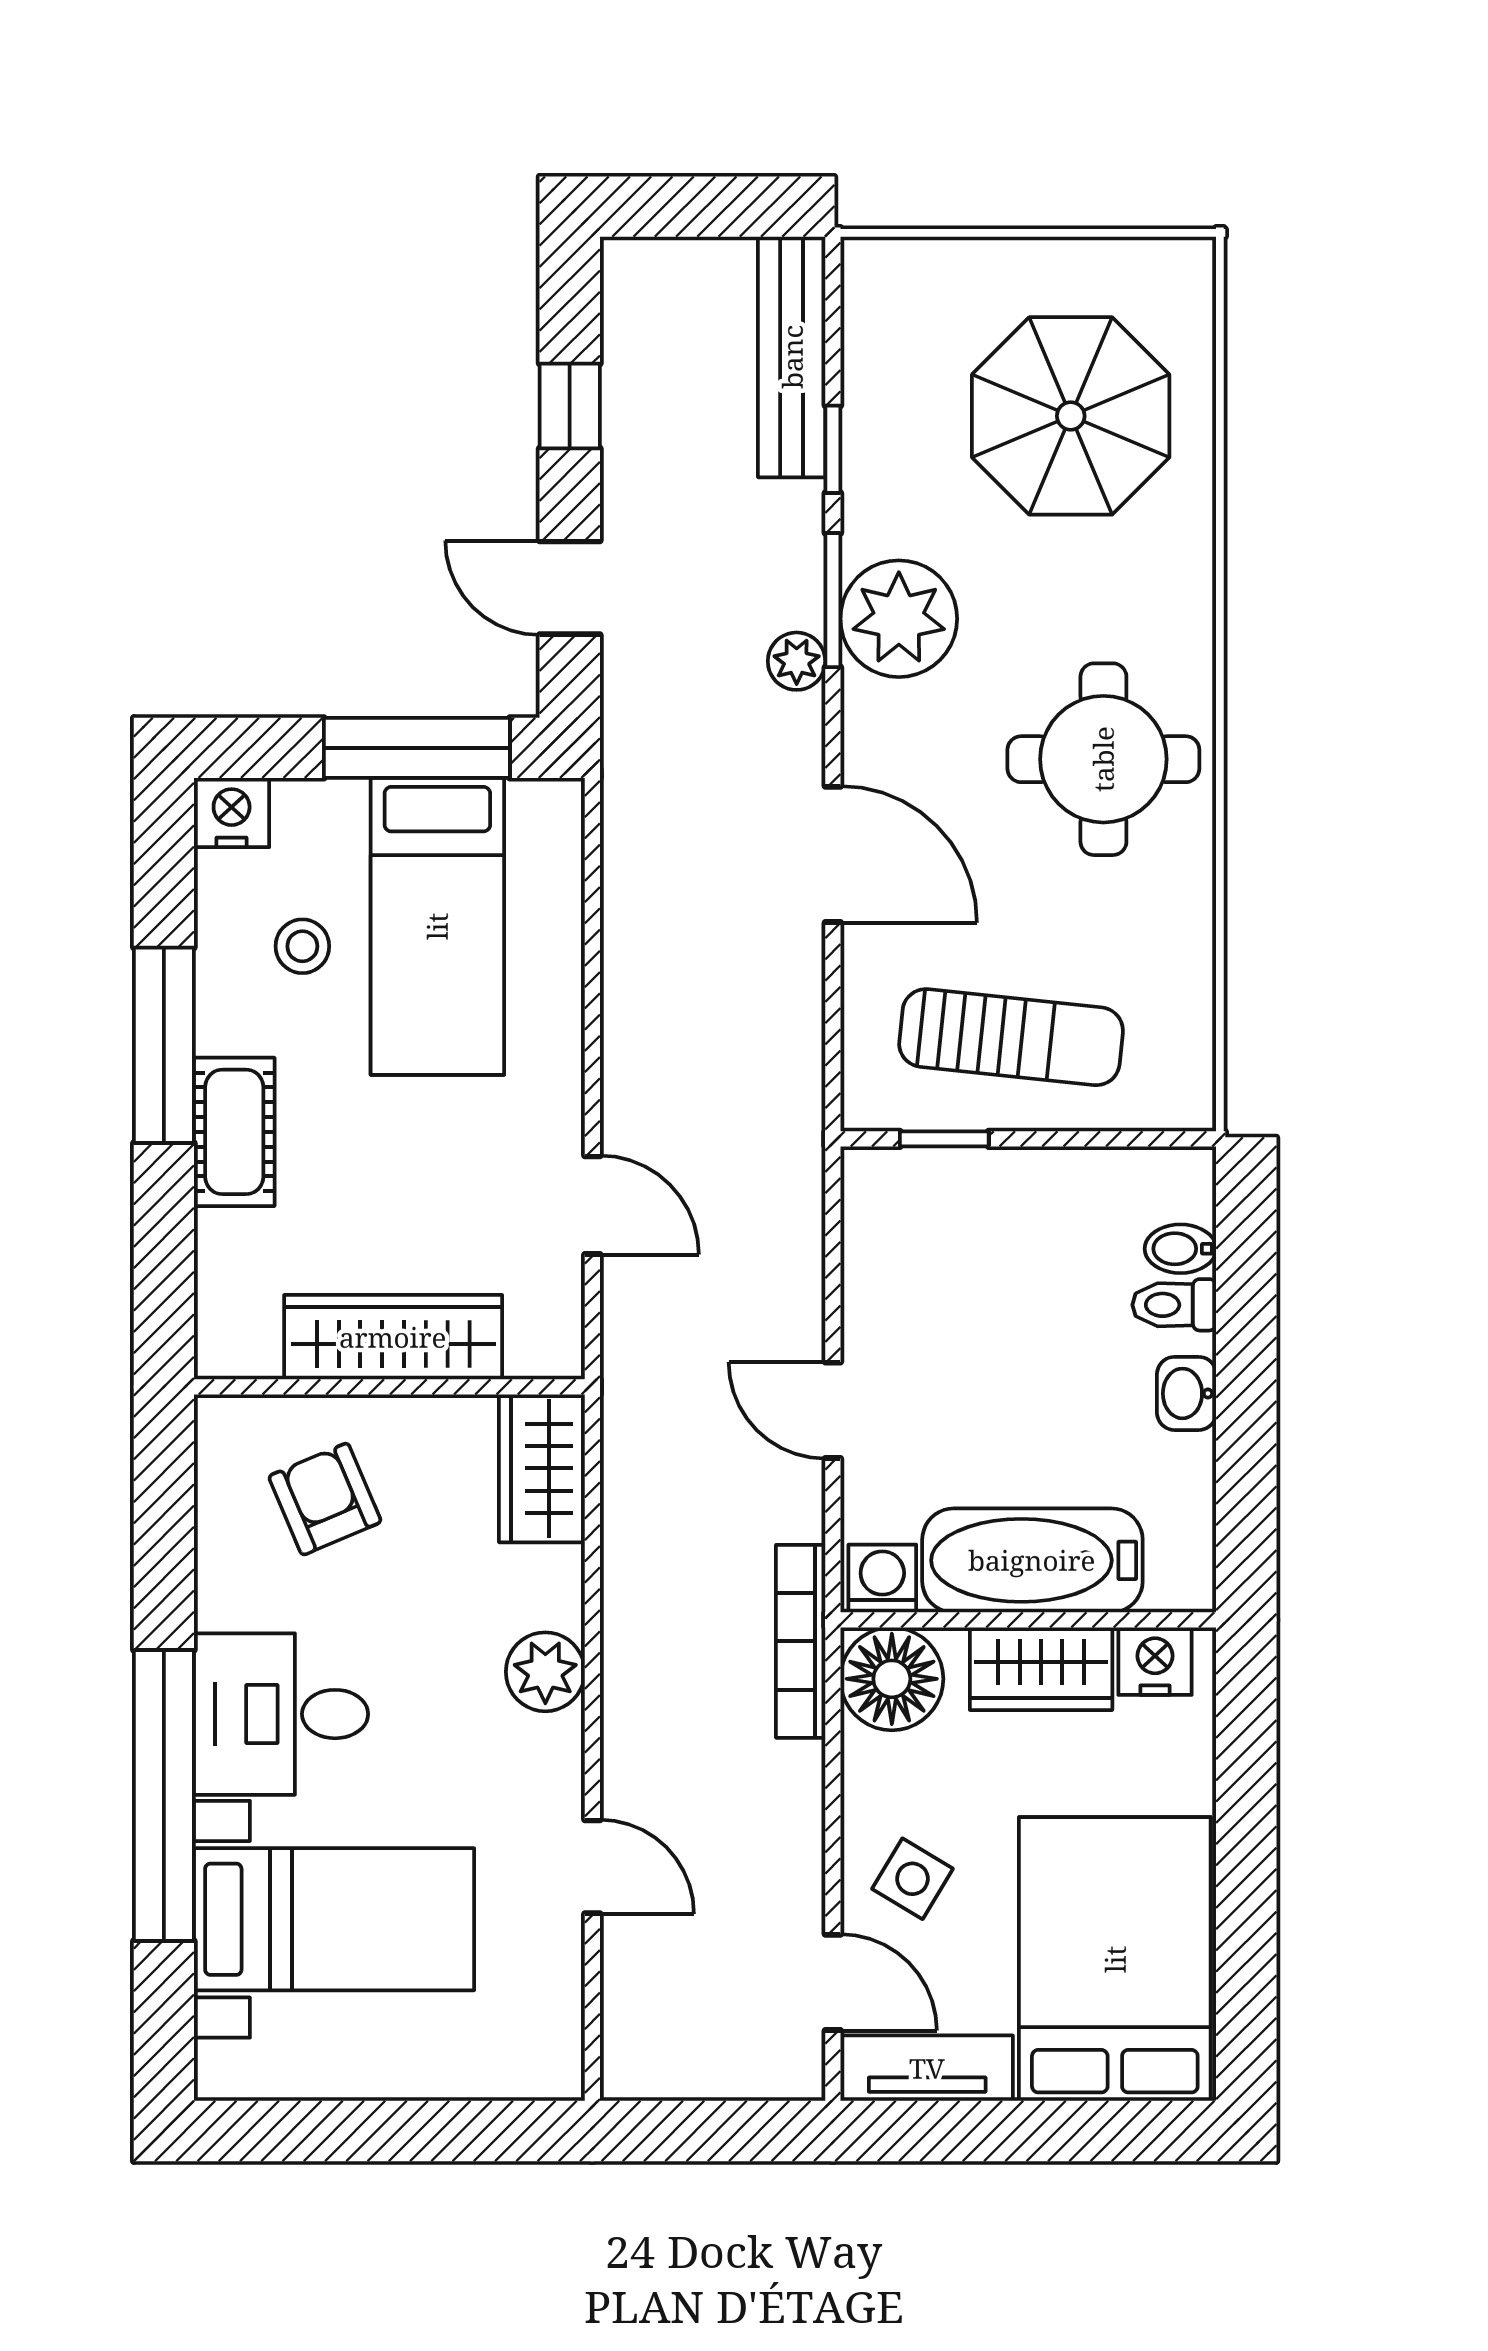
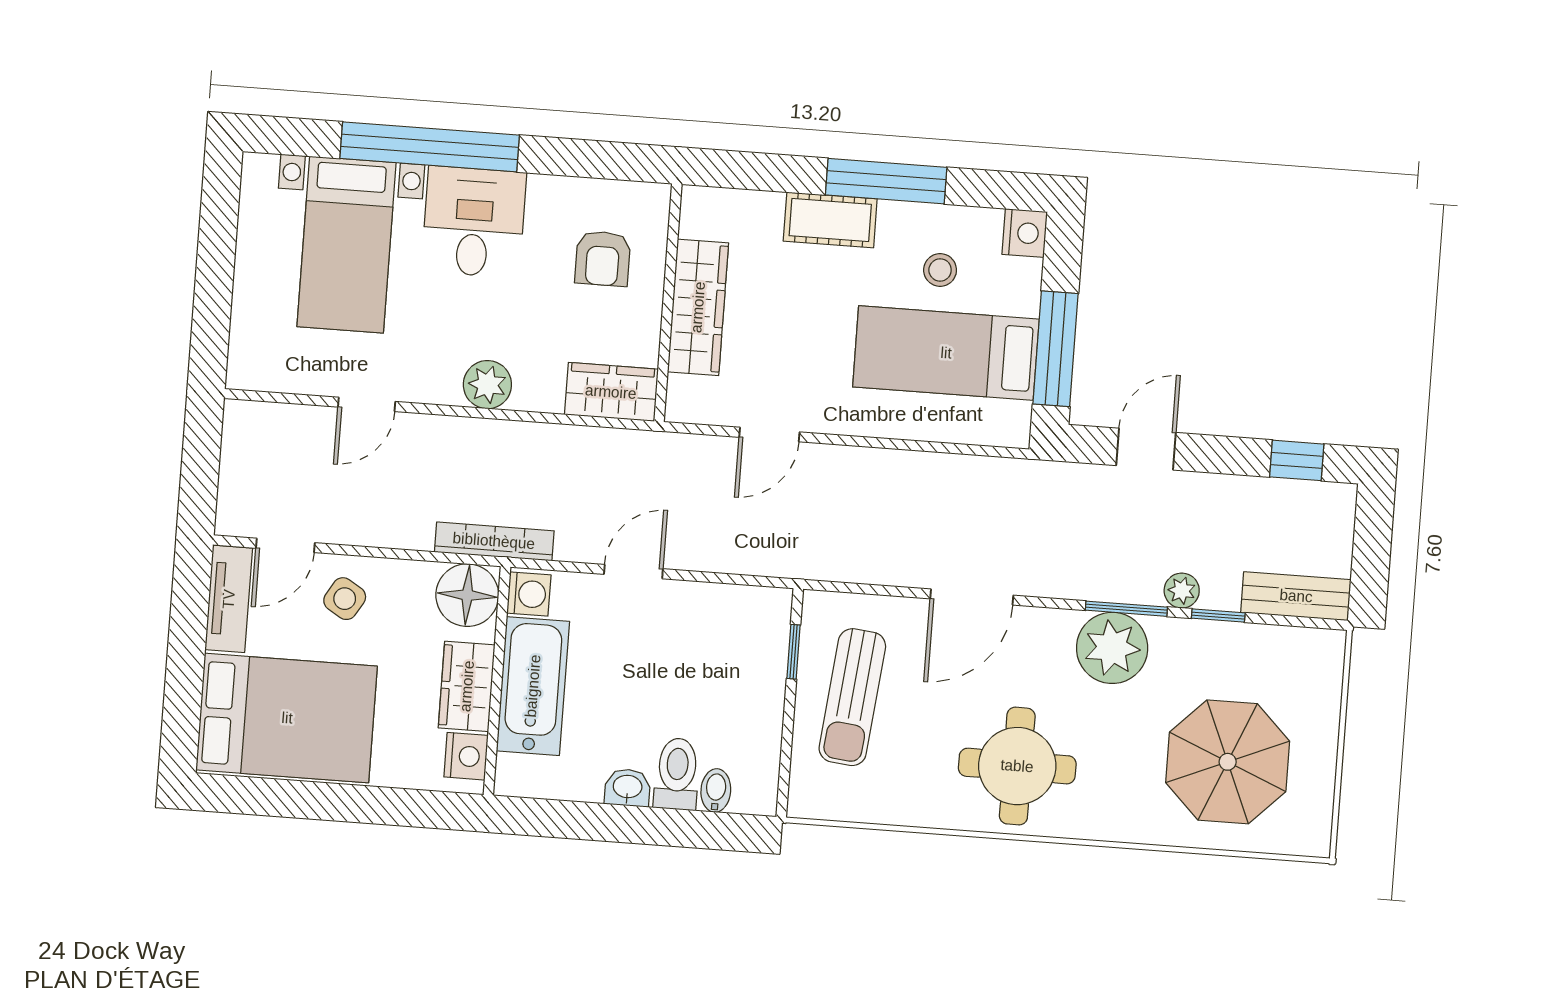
bench: (792, 357) -> (1296, 596), width x0.73
window: (570, 406) -> (1297, 460), moved
plant: (797, 661) -> (1182, 591), moved
toilet: (1174, 1305) -> (677, 774), width x1.37, depth x1.39
armchair: (325, 1499) -> (603, 258), turned 113

